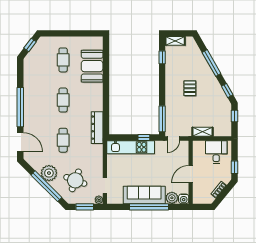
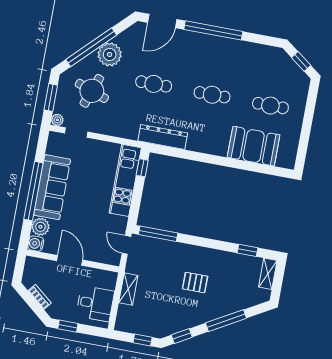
window: (144, 137) -> (142, 168), moved

